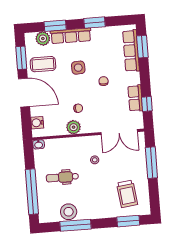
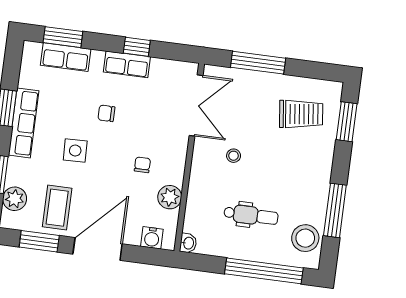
row of seats: (71, 36) -> (24, 123), moved
row of seats: (131, 51) -> (66, 57), width x0.68
row of seats: (135, 98) -> (127, 64), moved
window: (147, 104) -> (137, 47), moved
plant: (74, 127) -> (170, 197), moved
dental chair: (62, 177) -> (251, 215), turned -90
stool: (69, 212) -> (305, 238), moved

